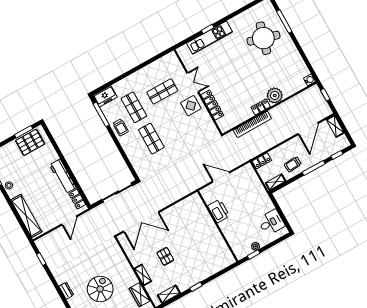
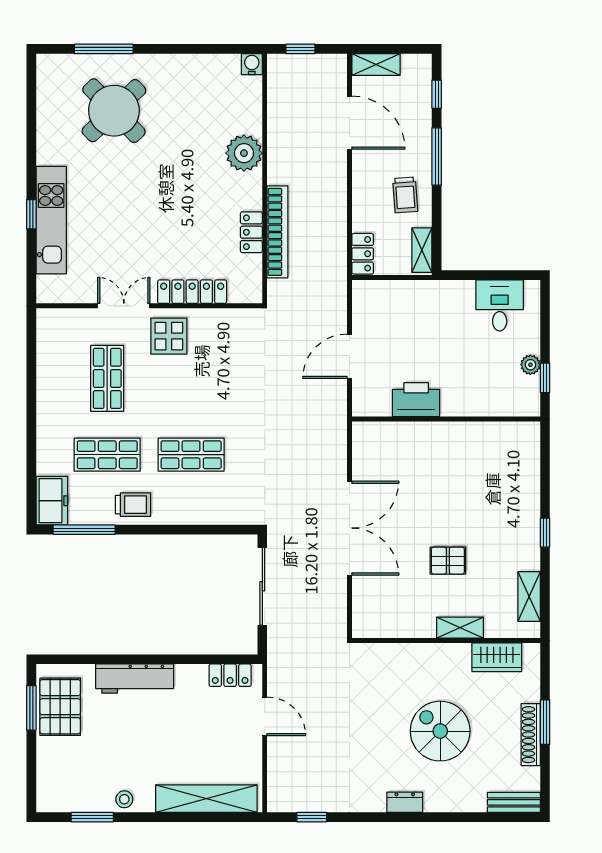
round table: (263, 38) -> (114, 111), turned 30
locker: (261, 107) -> (251, 232), moved
workbench: (63, 176) -> (135, 679), moved
double door: (141, 222) -> (349, 528), moved

